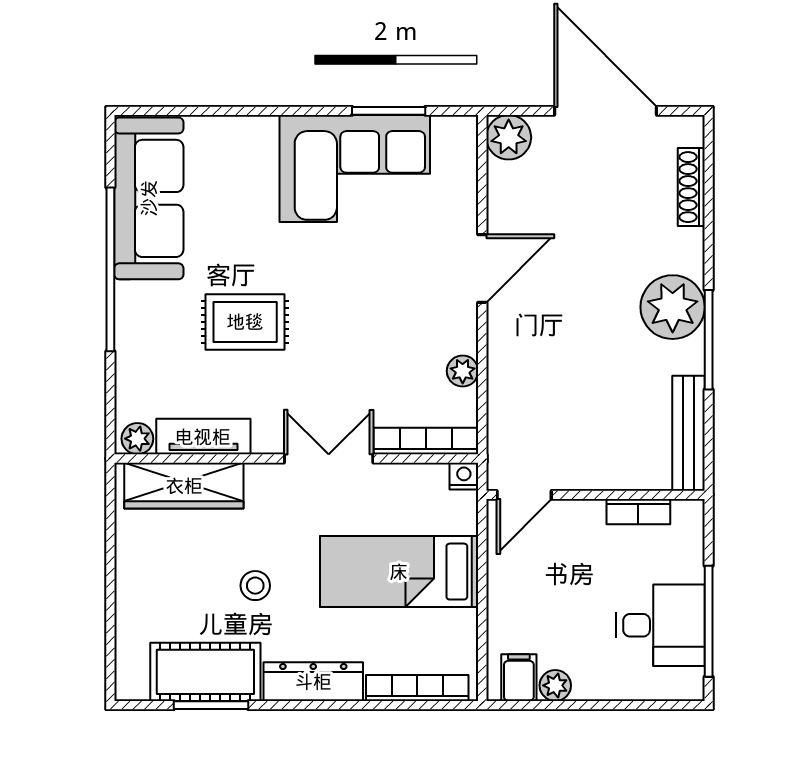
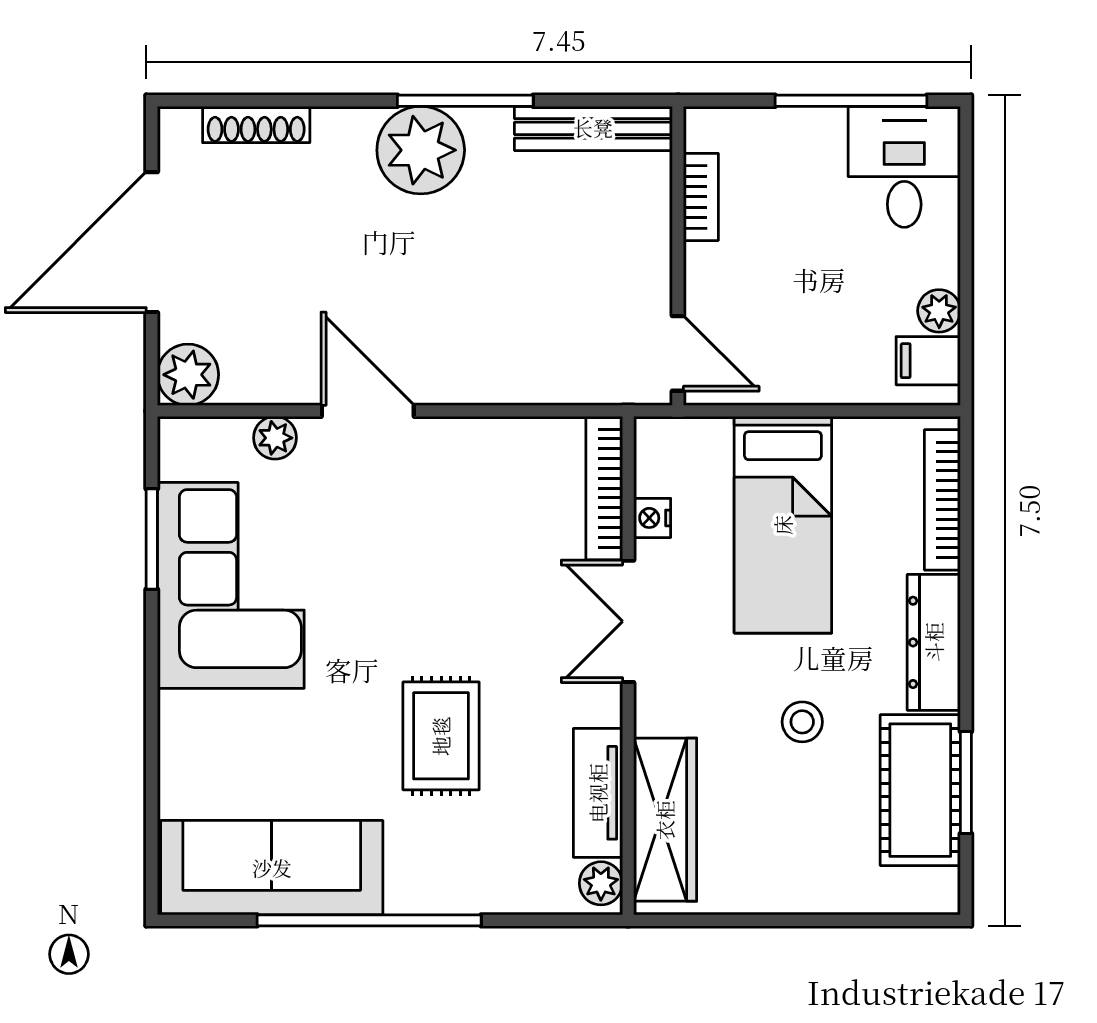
plant: (463, 371) -> (275, 438), moved
nightstand: (464, 476) -> (652, 518), moved
desk: (660, 625) -> (904, 167), moved

